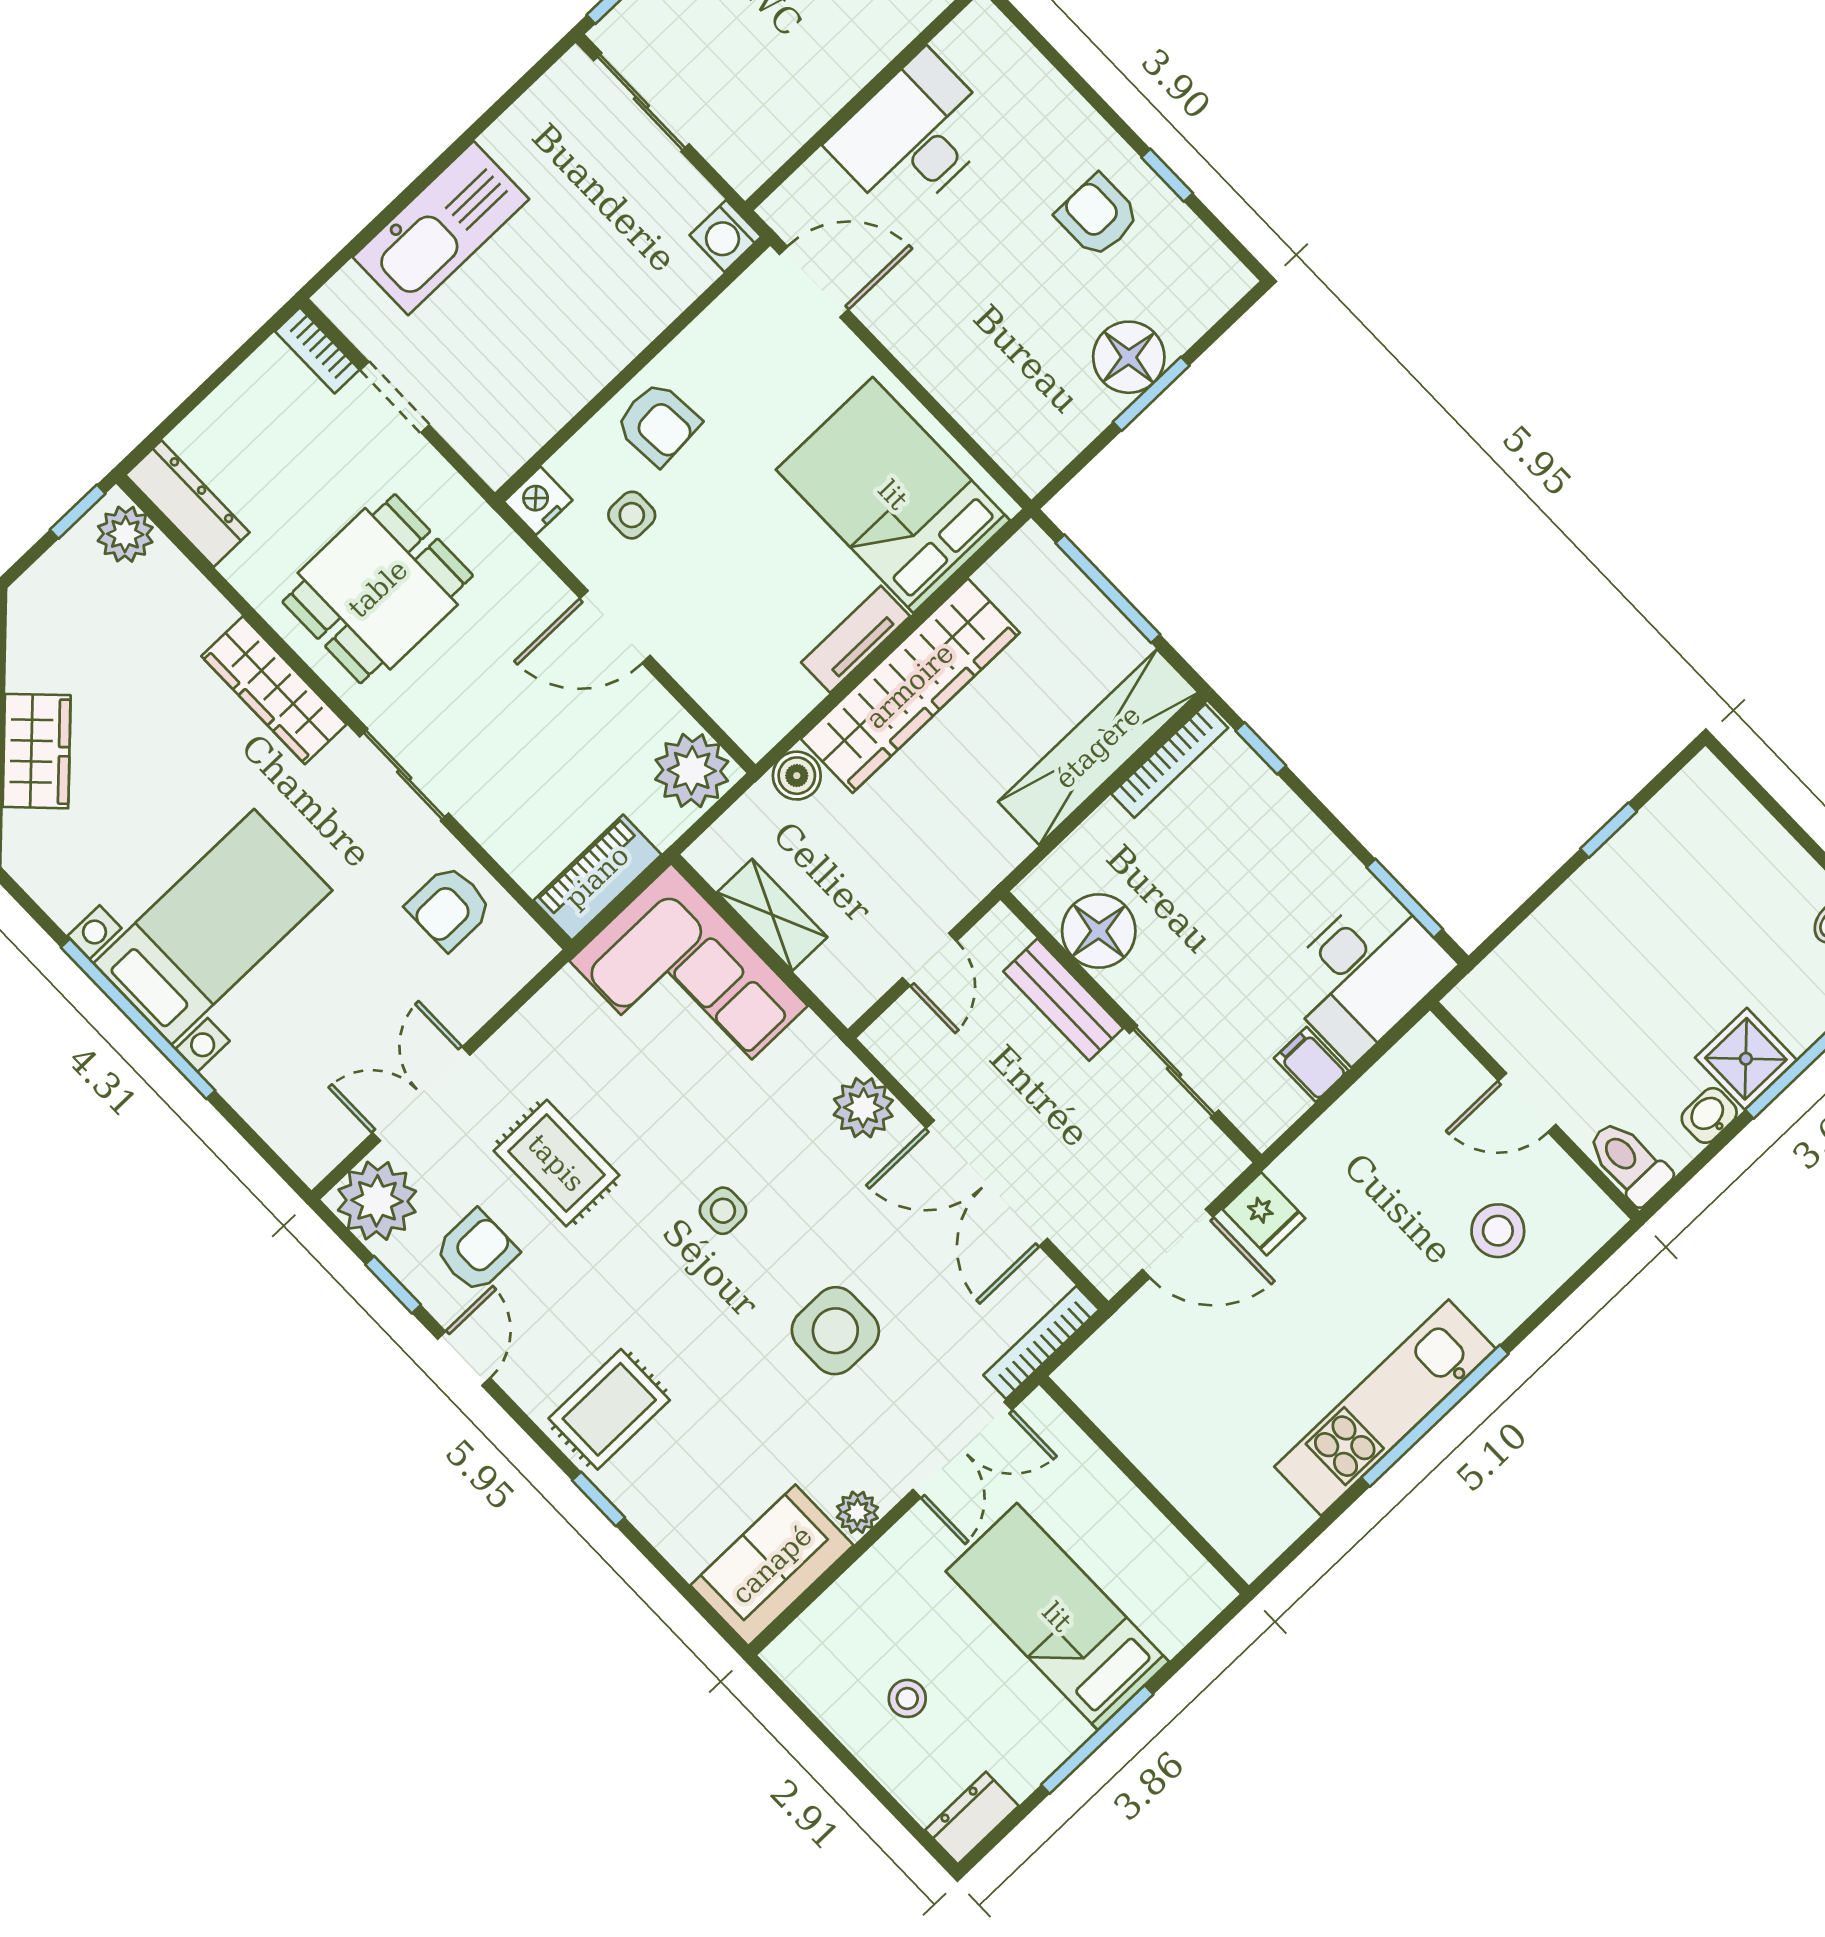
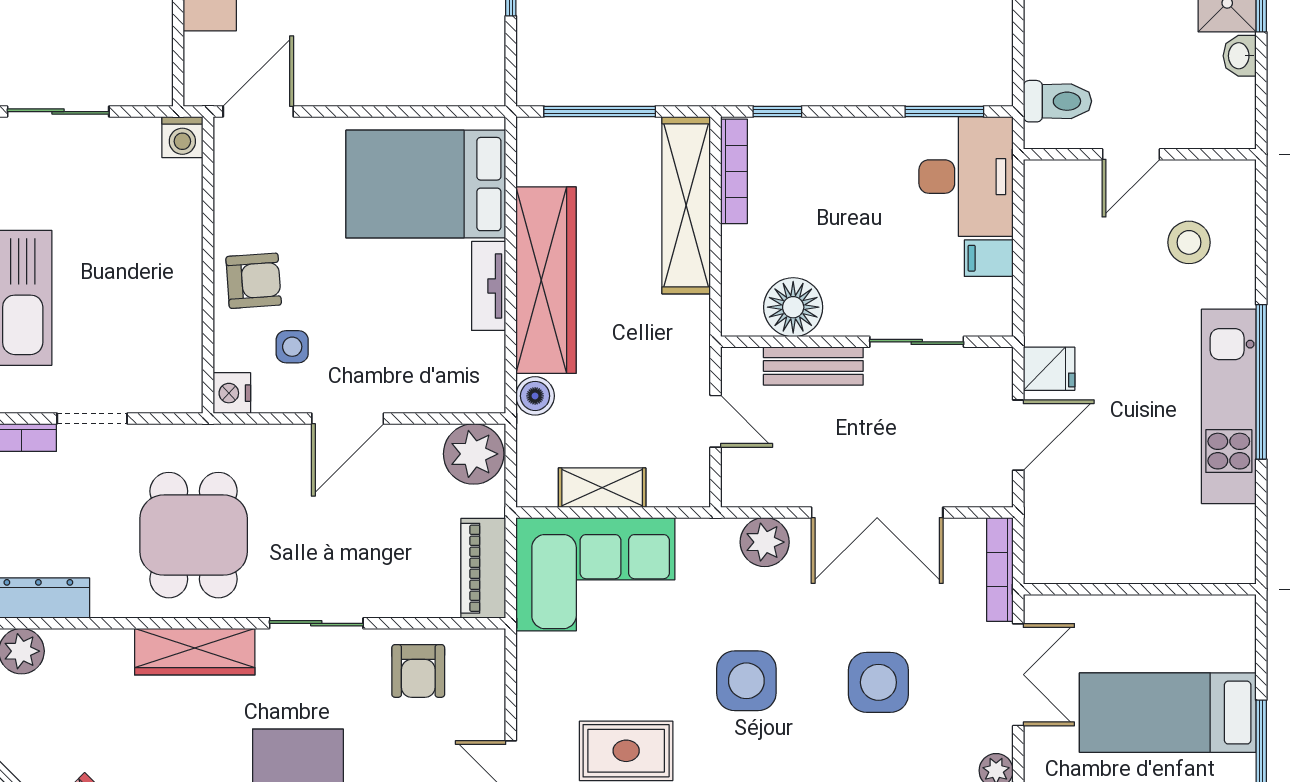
toilet: (1629, 1162) -> (1057, 101), moved, turned 180
side table: (723, 1211) -> (746, 681), width x1.87, depth x1.87

